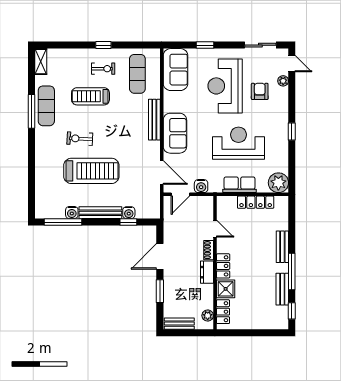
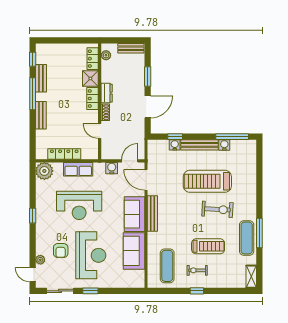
window: (205, 45) -> (90, 291), moved
sofa: (175, 70) -> (134, 251), moved
bench: (154, 120) -> (152, 213), moved
exercise bike: (80, 139) -> (217, 209), width x1.38, depth x1.39

